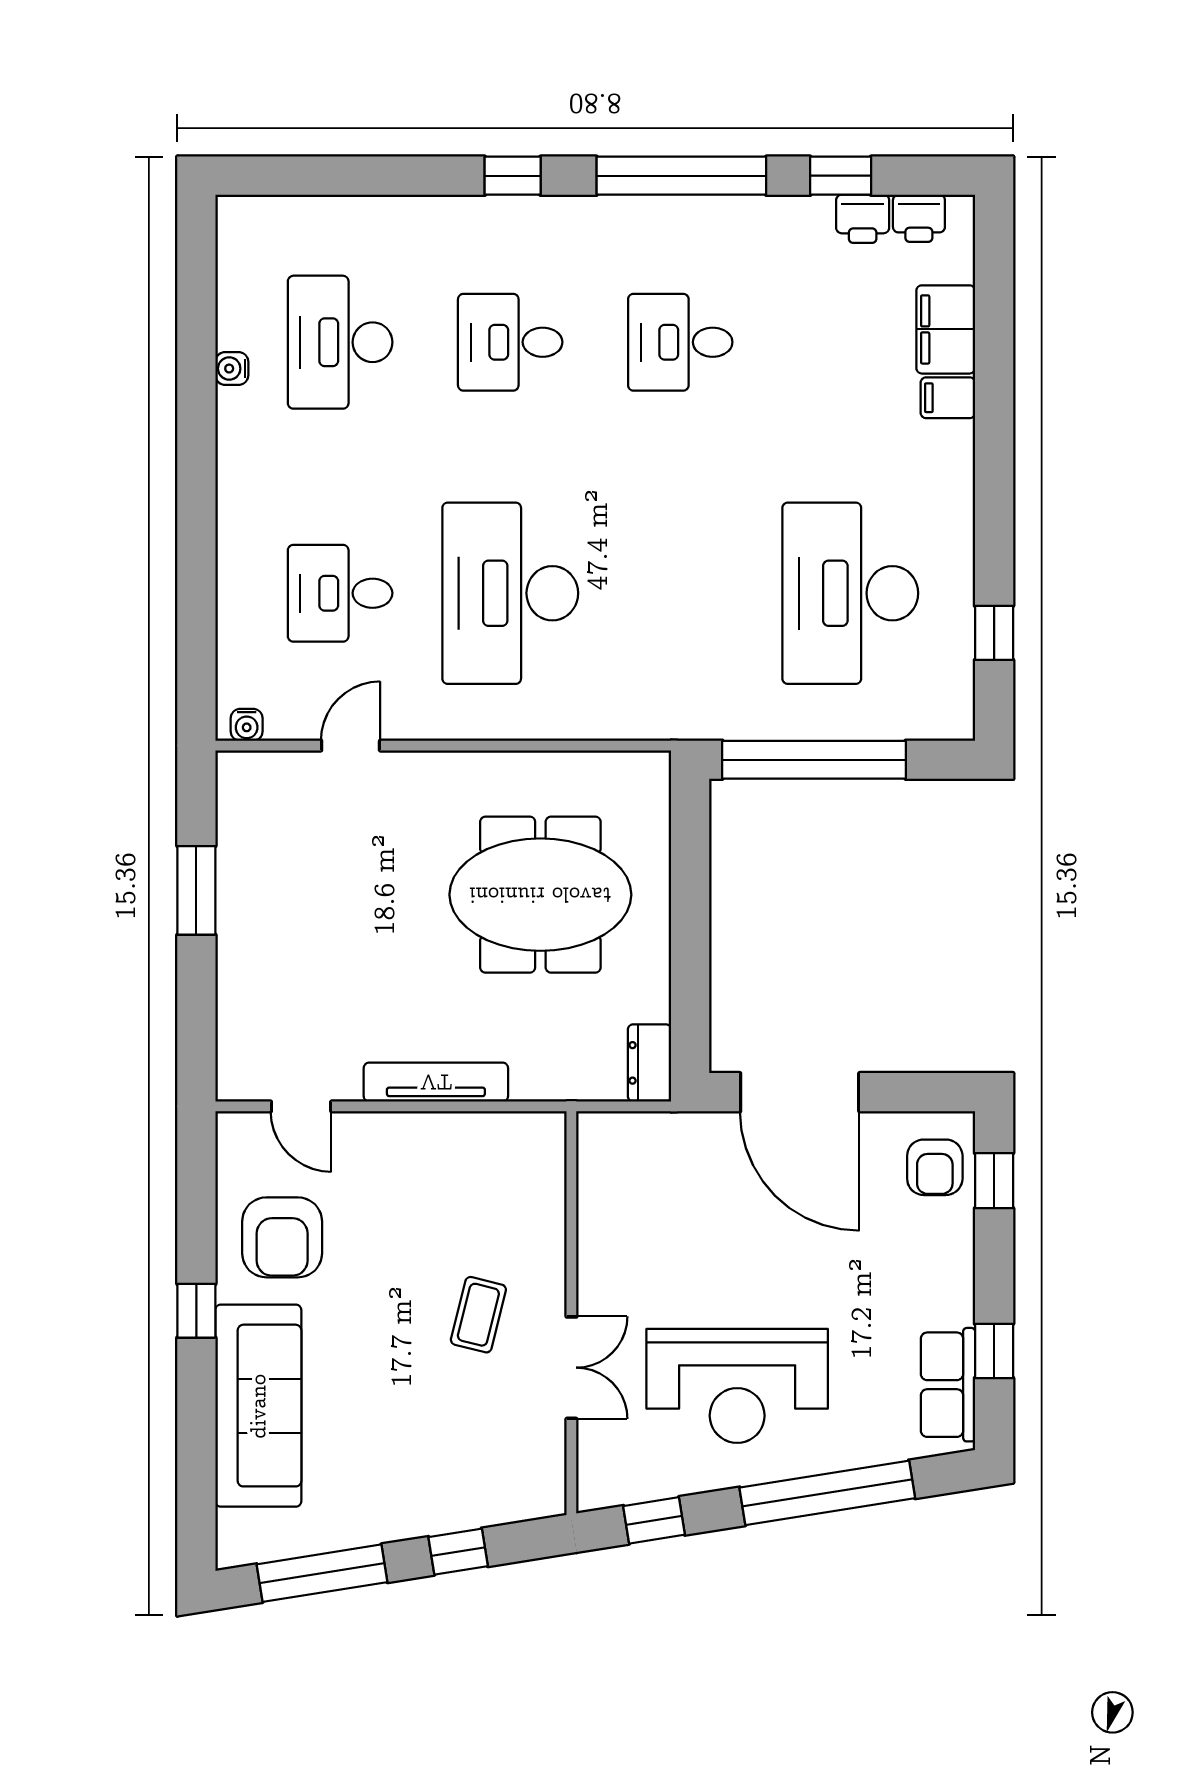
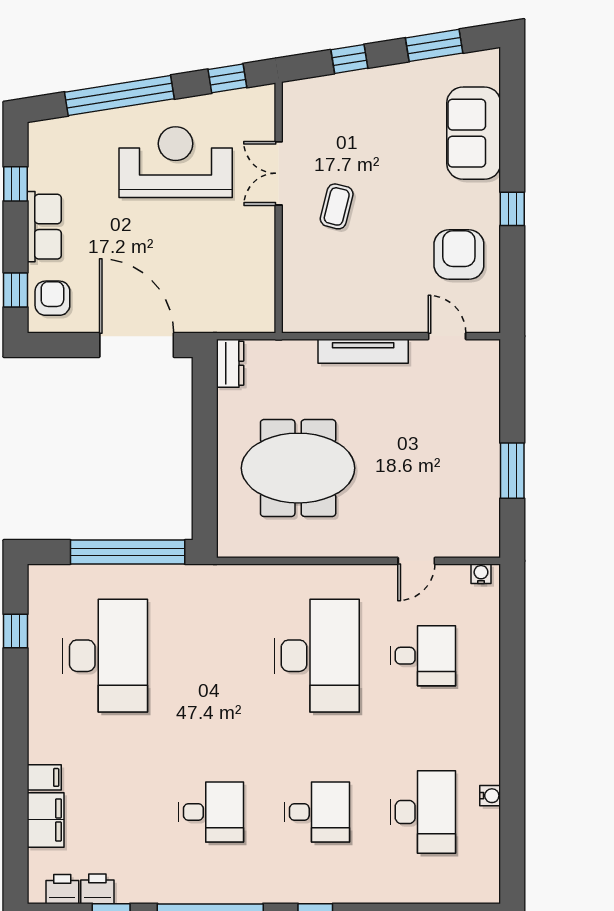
row of seats: (948, 1385) -> (44, 227), moved
sofa: (258, 1406) -> (474, 133), width x0.73
window: (322, 1573) -> (434, 45), width x0.69

